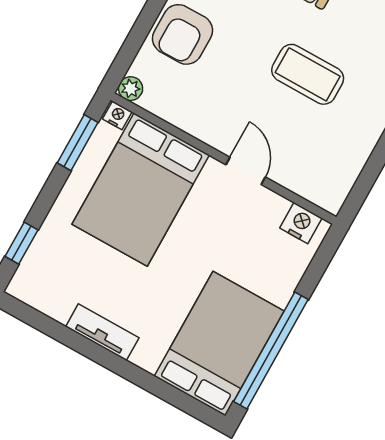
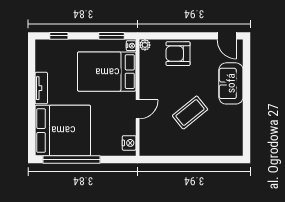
coffee table: (308, 74) -> (190, 112), turned 51
bed: (219, 344) -> (63, 130), width x1.36

